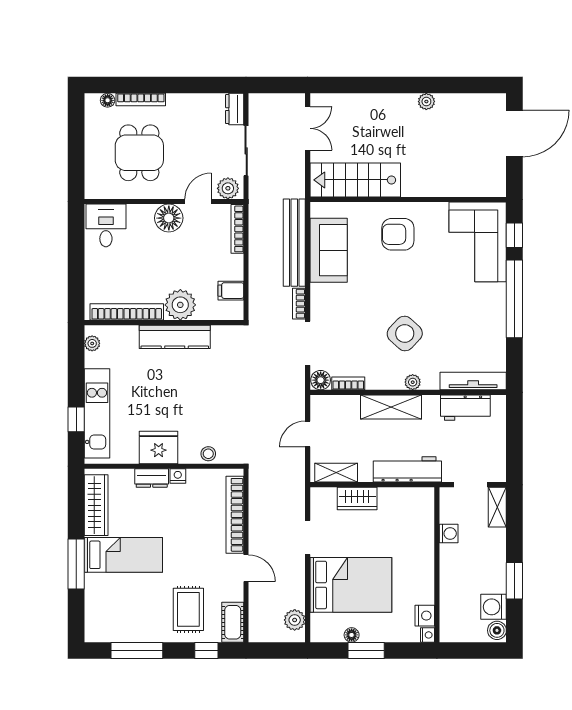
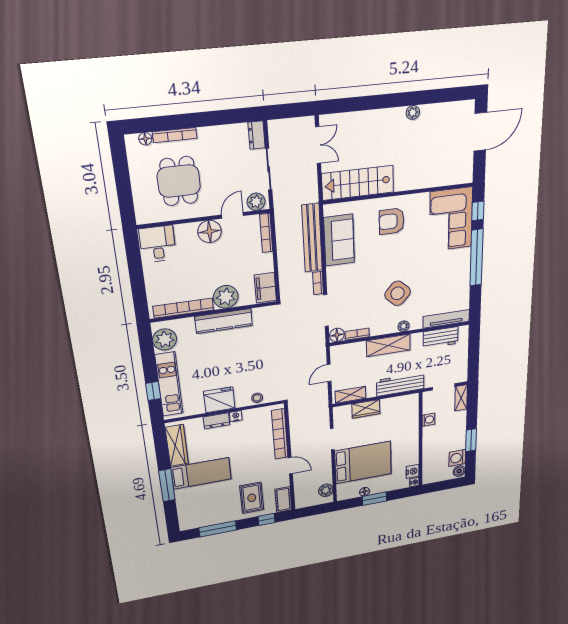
filing cabinet: (231, 291) -> (265, 288), width x2.00
plant: (92, 343) -> (165, 339), width x1.87, depth x1.87

